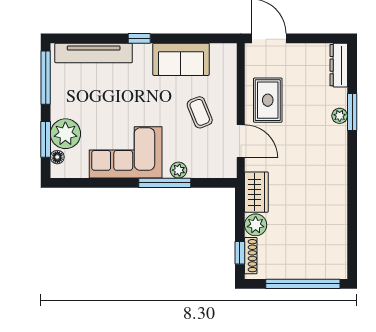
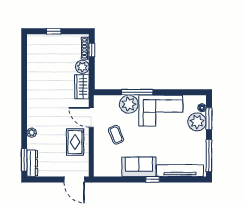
sofa: (181, 59) -> (139, 167), moved
window: (352, 112) -> (24, 160), moved
plant: (179, 170) -> (129, 104), width x1.88, depth x1.88
window: (303, 284) -> (54, 31), width x0.32

